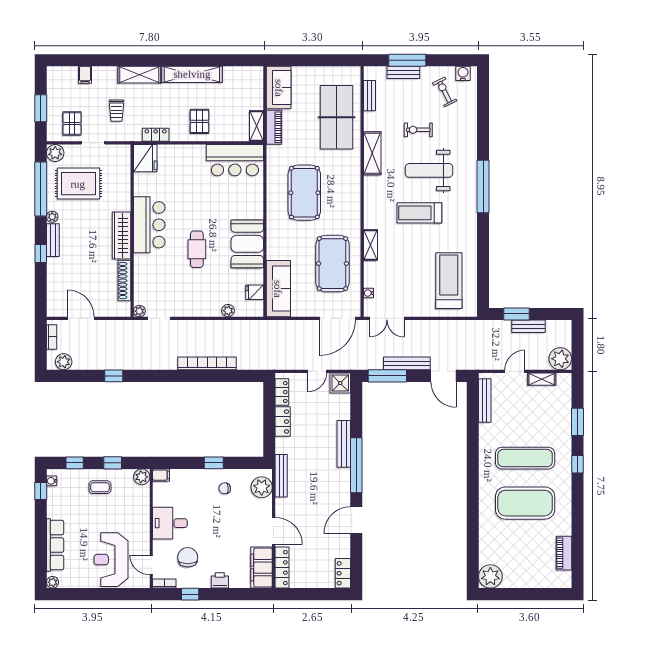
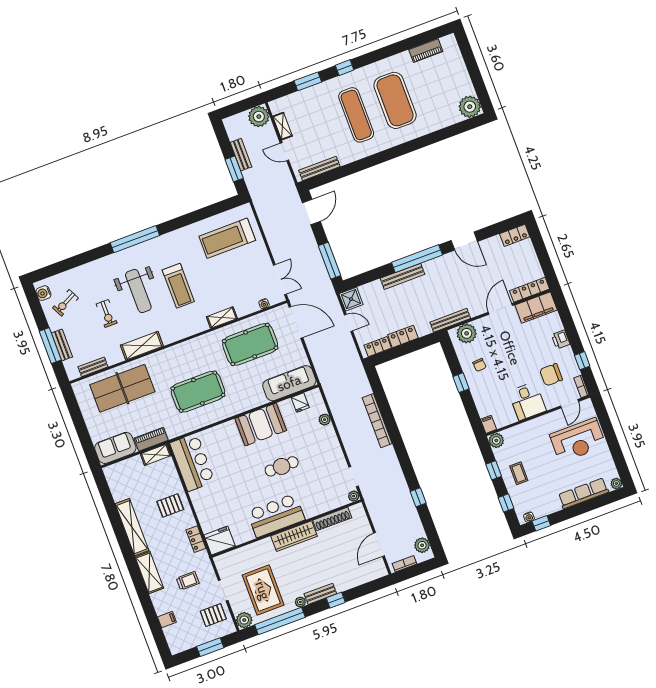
bench: (407, 363) -> (313, 248), removed

